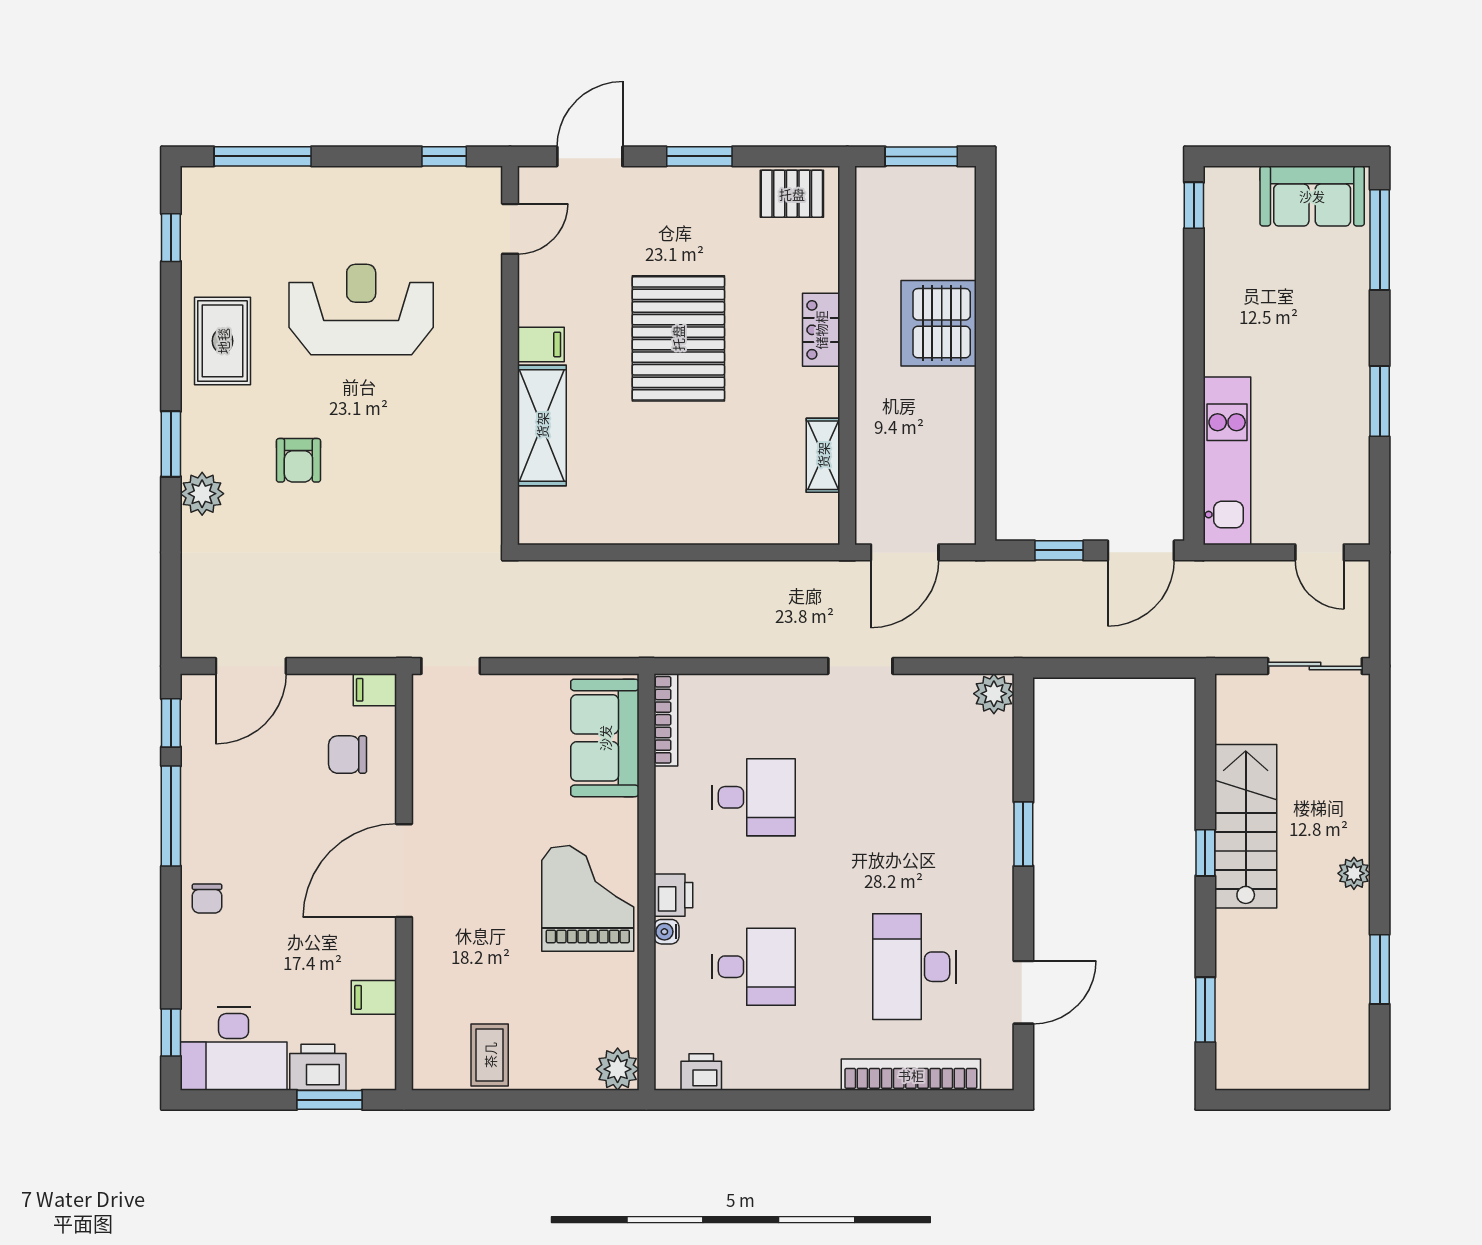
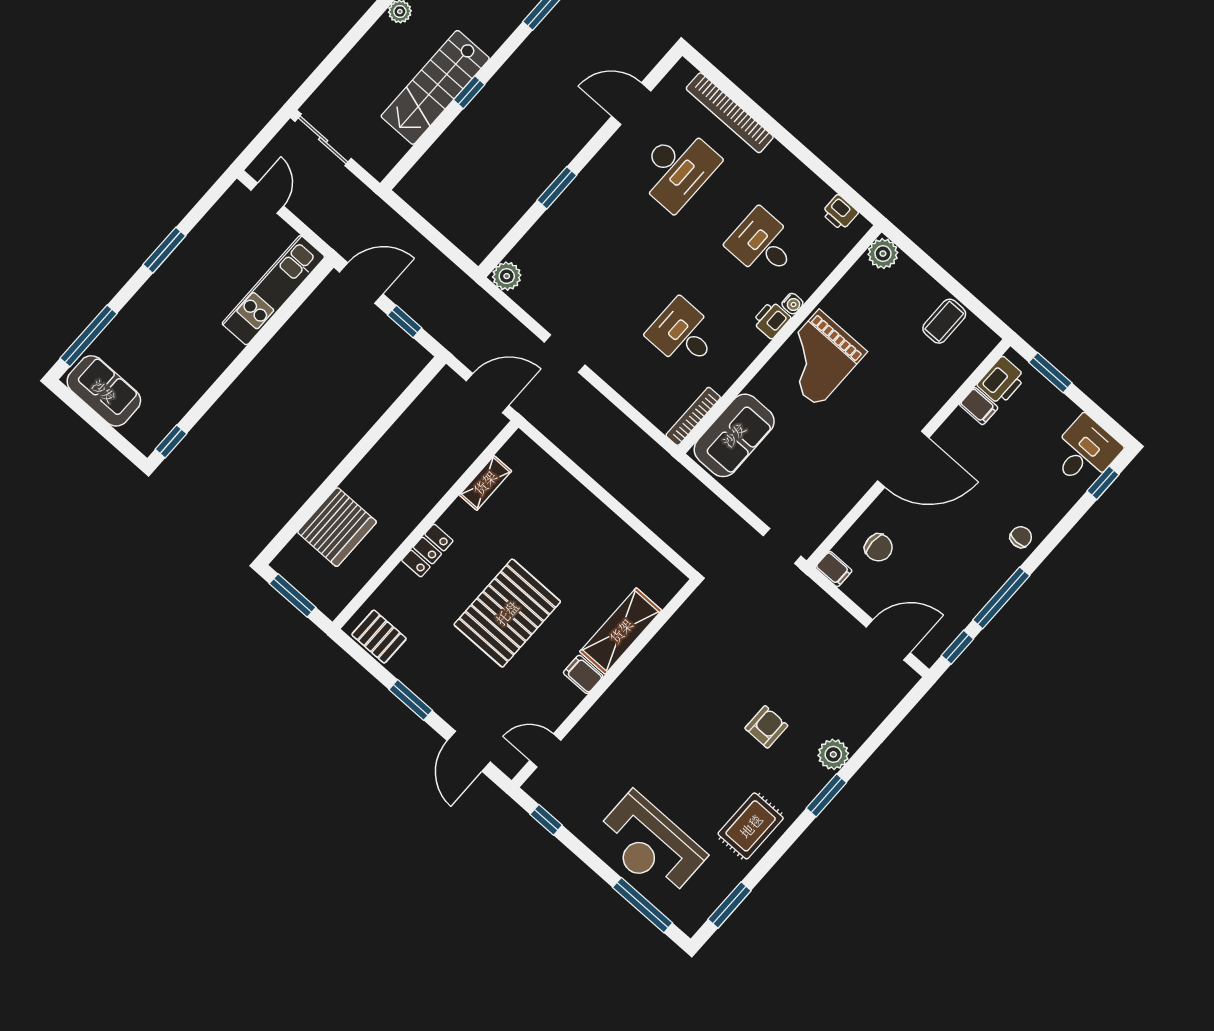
door: (590, 156) -> (469, 751), hinge flipped
window: (171, 238) -> (729, 905), width x1.50
reception desk: (361, 310) -> (650, 845), moved
server rack: (939, 323) -> (337, 527), moved
desk: (234, 1049) -> (1085, 452), width x0.73
printer: (318, 1067) -> (1002, 381), moved, turned -90

